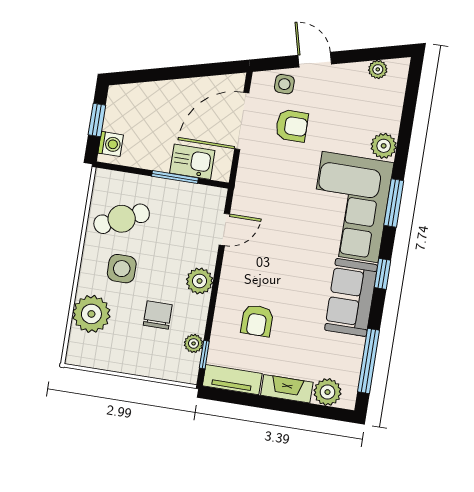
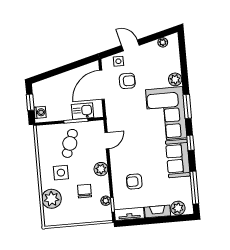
cafe table: (122, 219) -> (70, 143), moved, turned -45
armchair: (257, 321) -> (134, 182), turned 90

